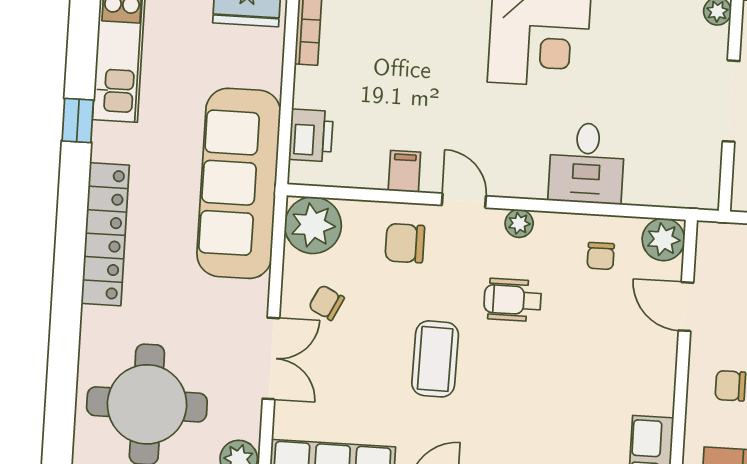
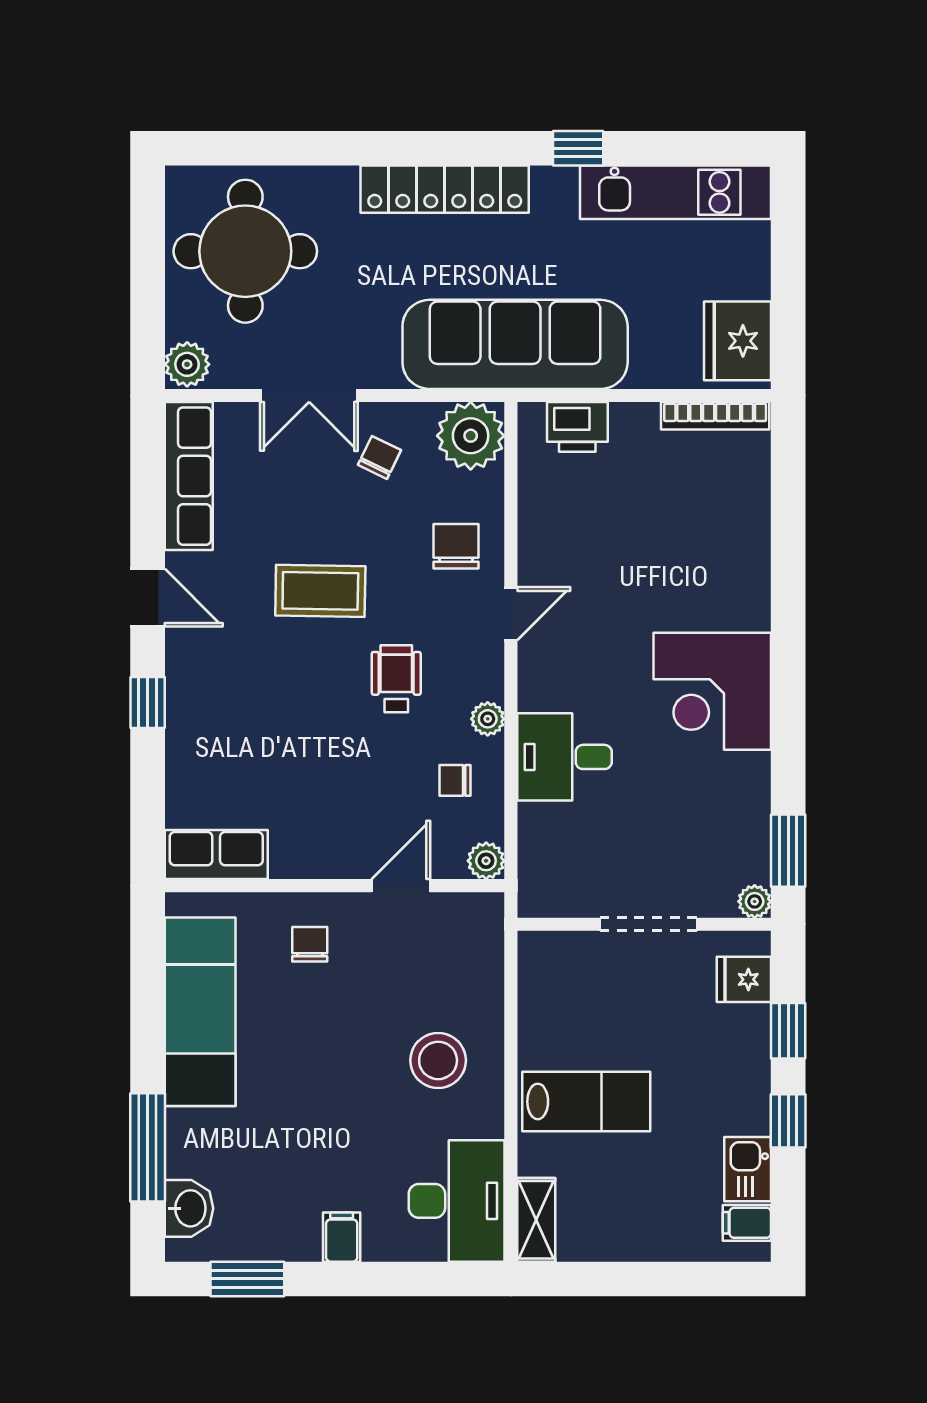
filing cabinet: (404, 171) -> (541, 541), removed
plant: (519, 223) -> (488, 719), moved
plant: (663, 239) -> (486, 861), width x0.73, depth x0.73

